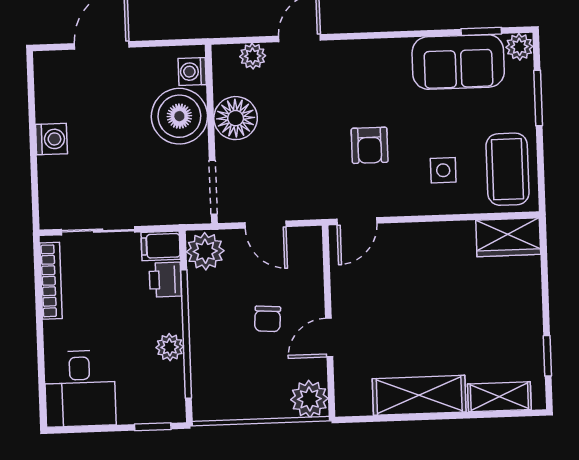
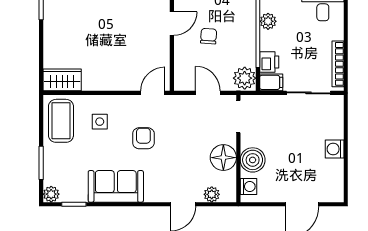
sofa: (458, 62) -> (116, 186), moved
boiler: (179, 116) -> (253, 160), width x0.73, depth x0.73

